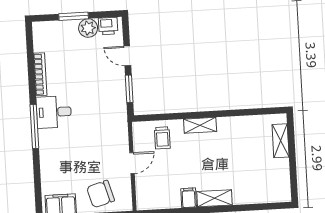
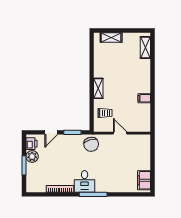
chair: (100, 194) -> (91, 144), moved
shelving: (215, 198) -> (145, 47), moved

